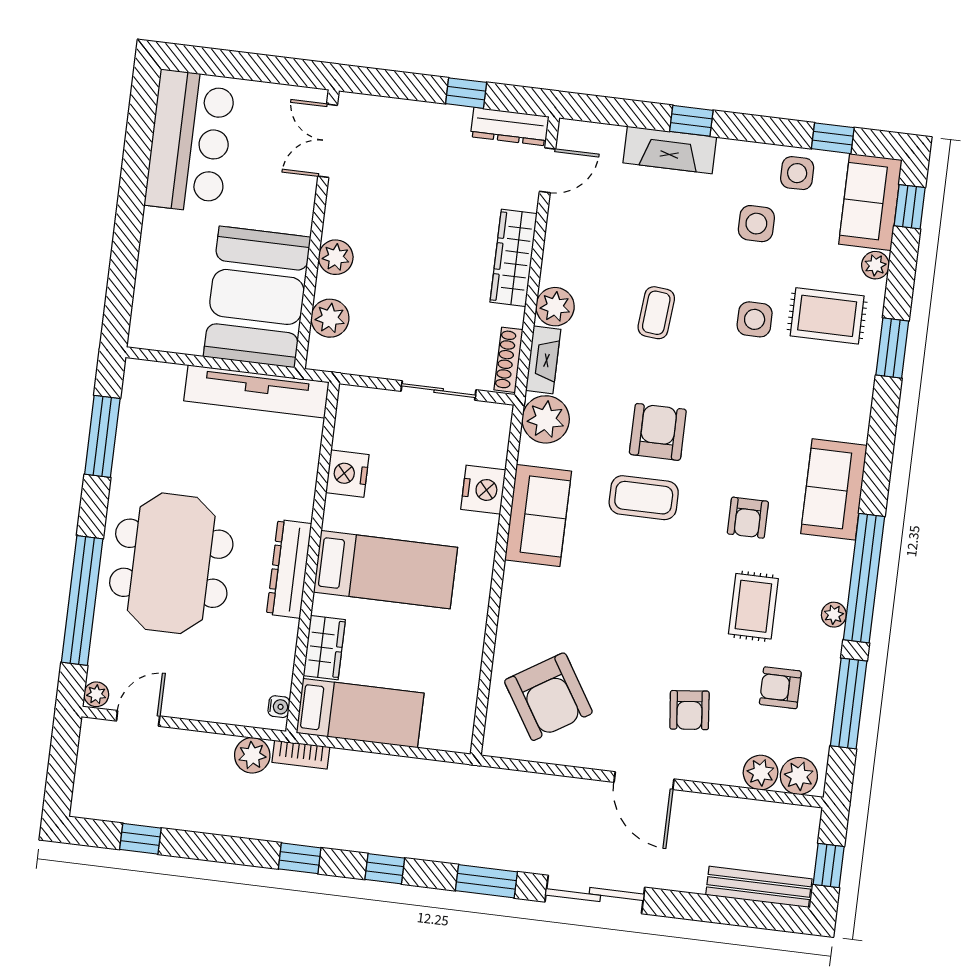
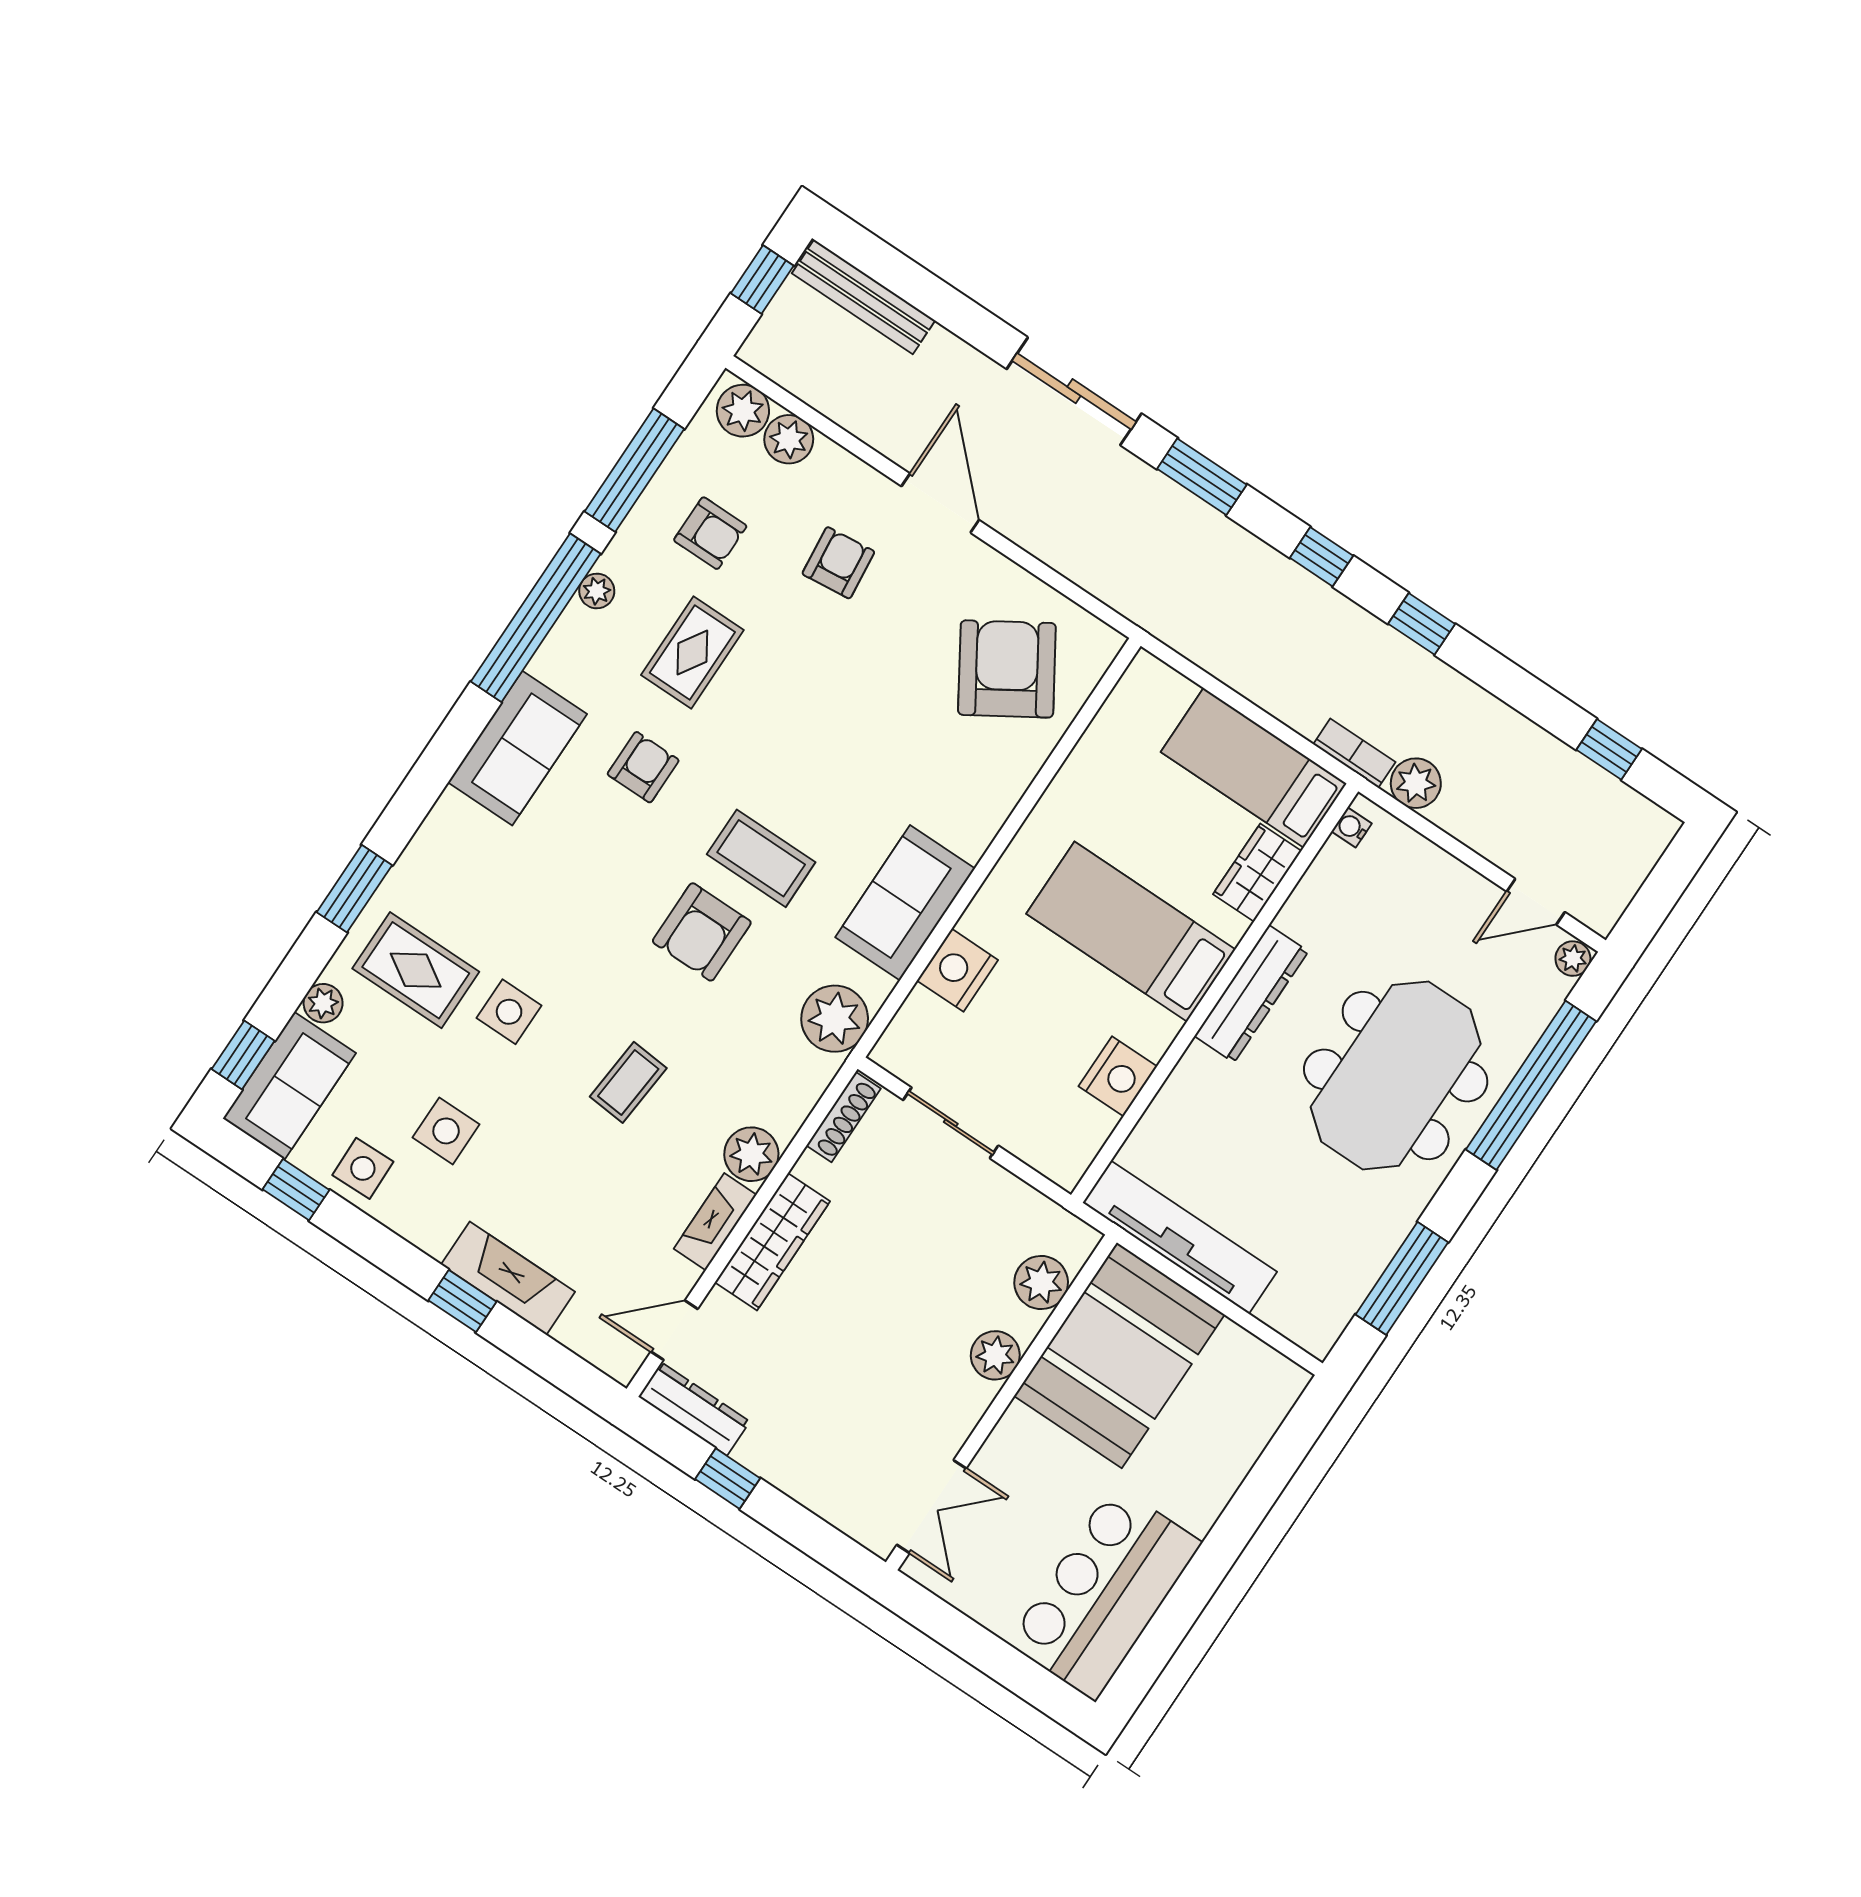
fireplace: (543, 360) -> (715, 1222), moved

